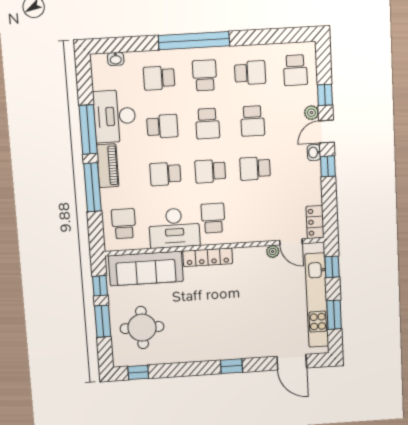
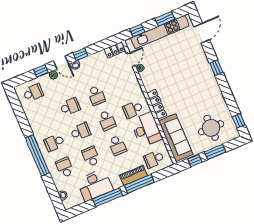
school desk: (250, 73) -> (44, 118), removed
school desk: (159, 78) -> (65, 167), turned 180
piano: (108, 166) -> (133, 175), moved

